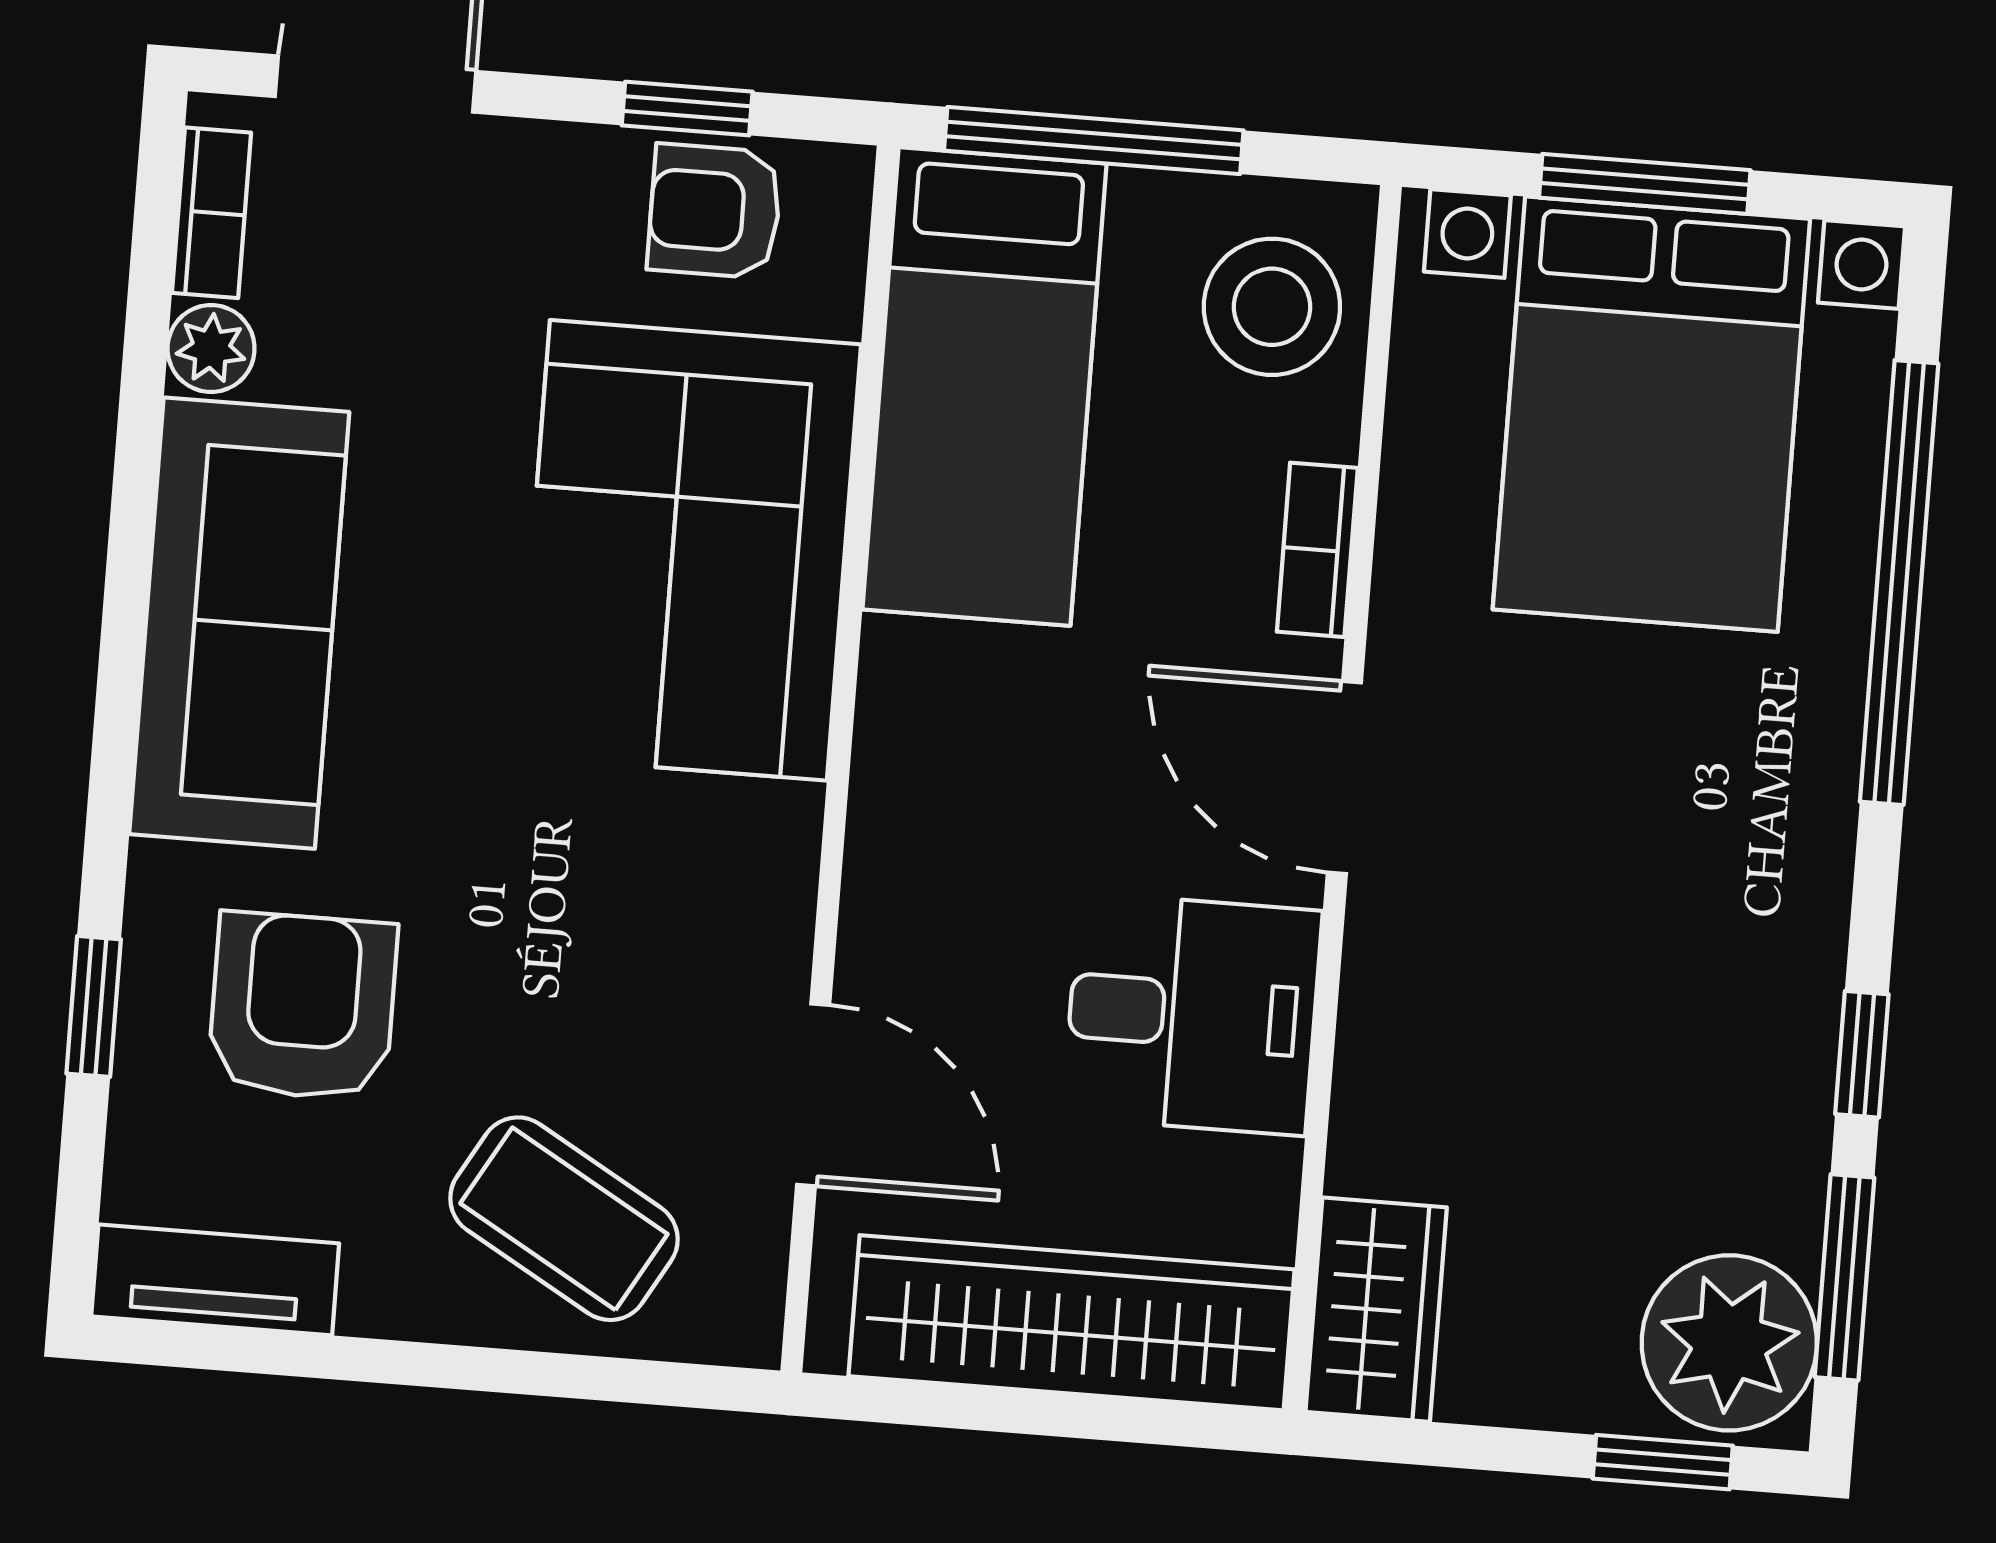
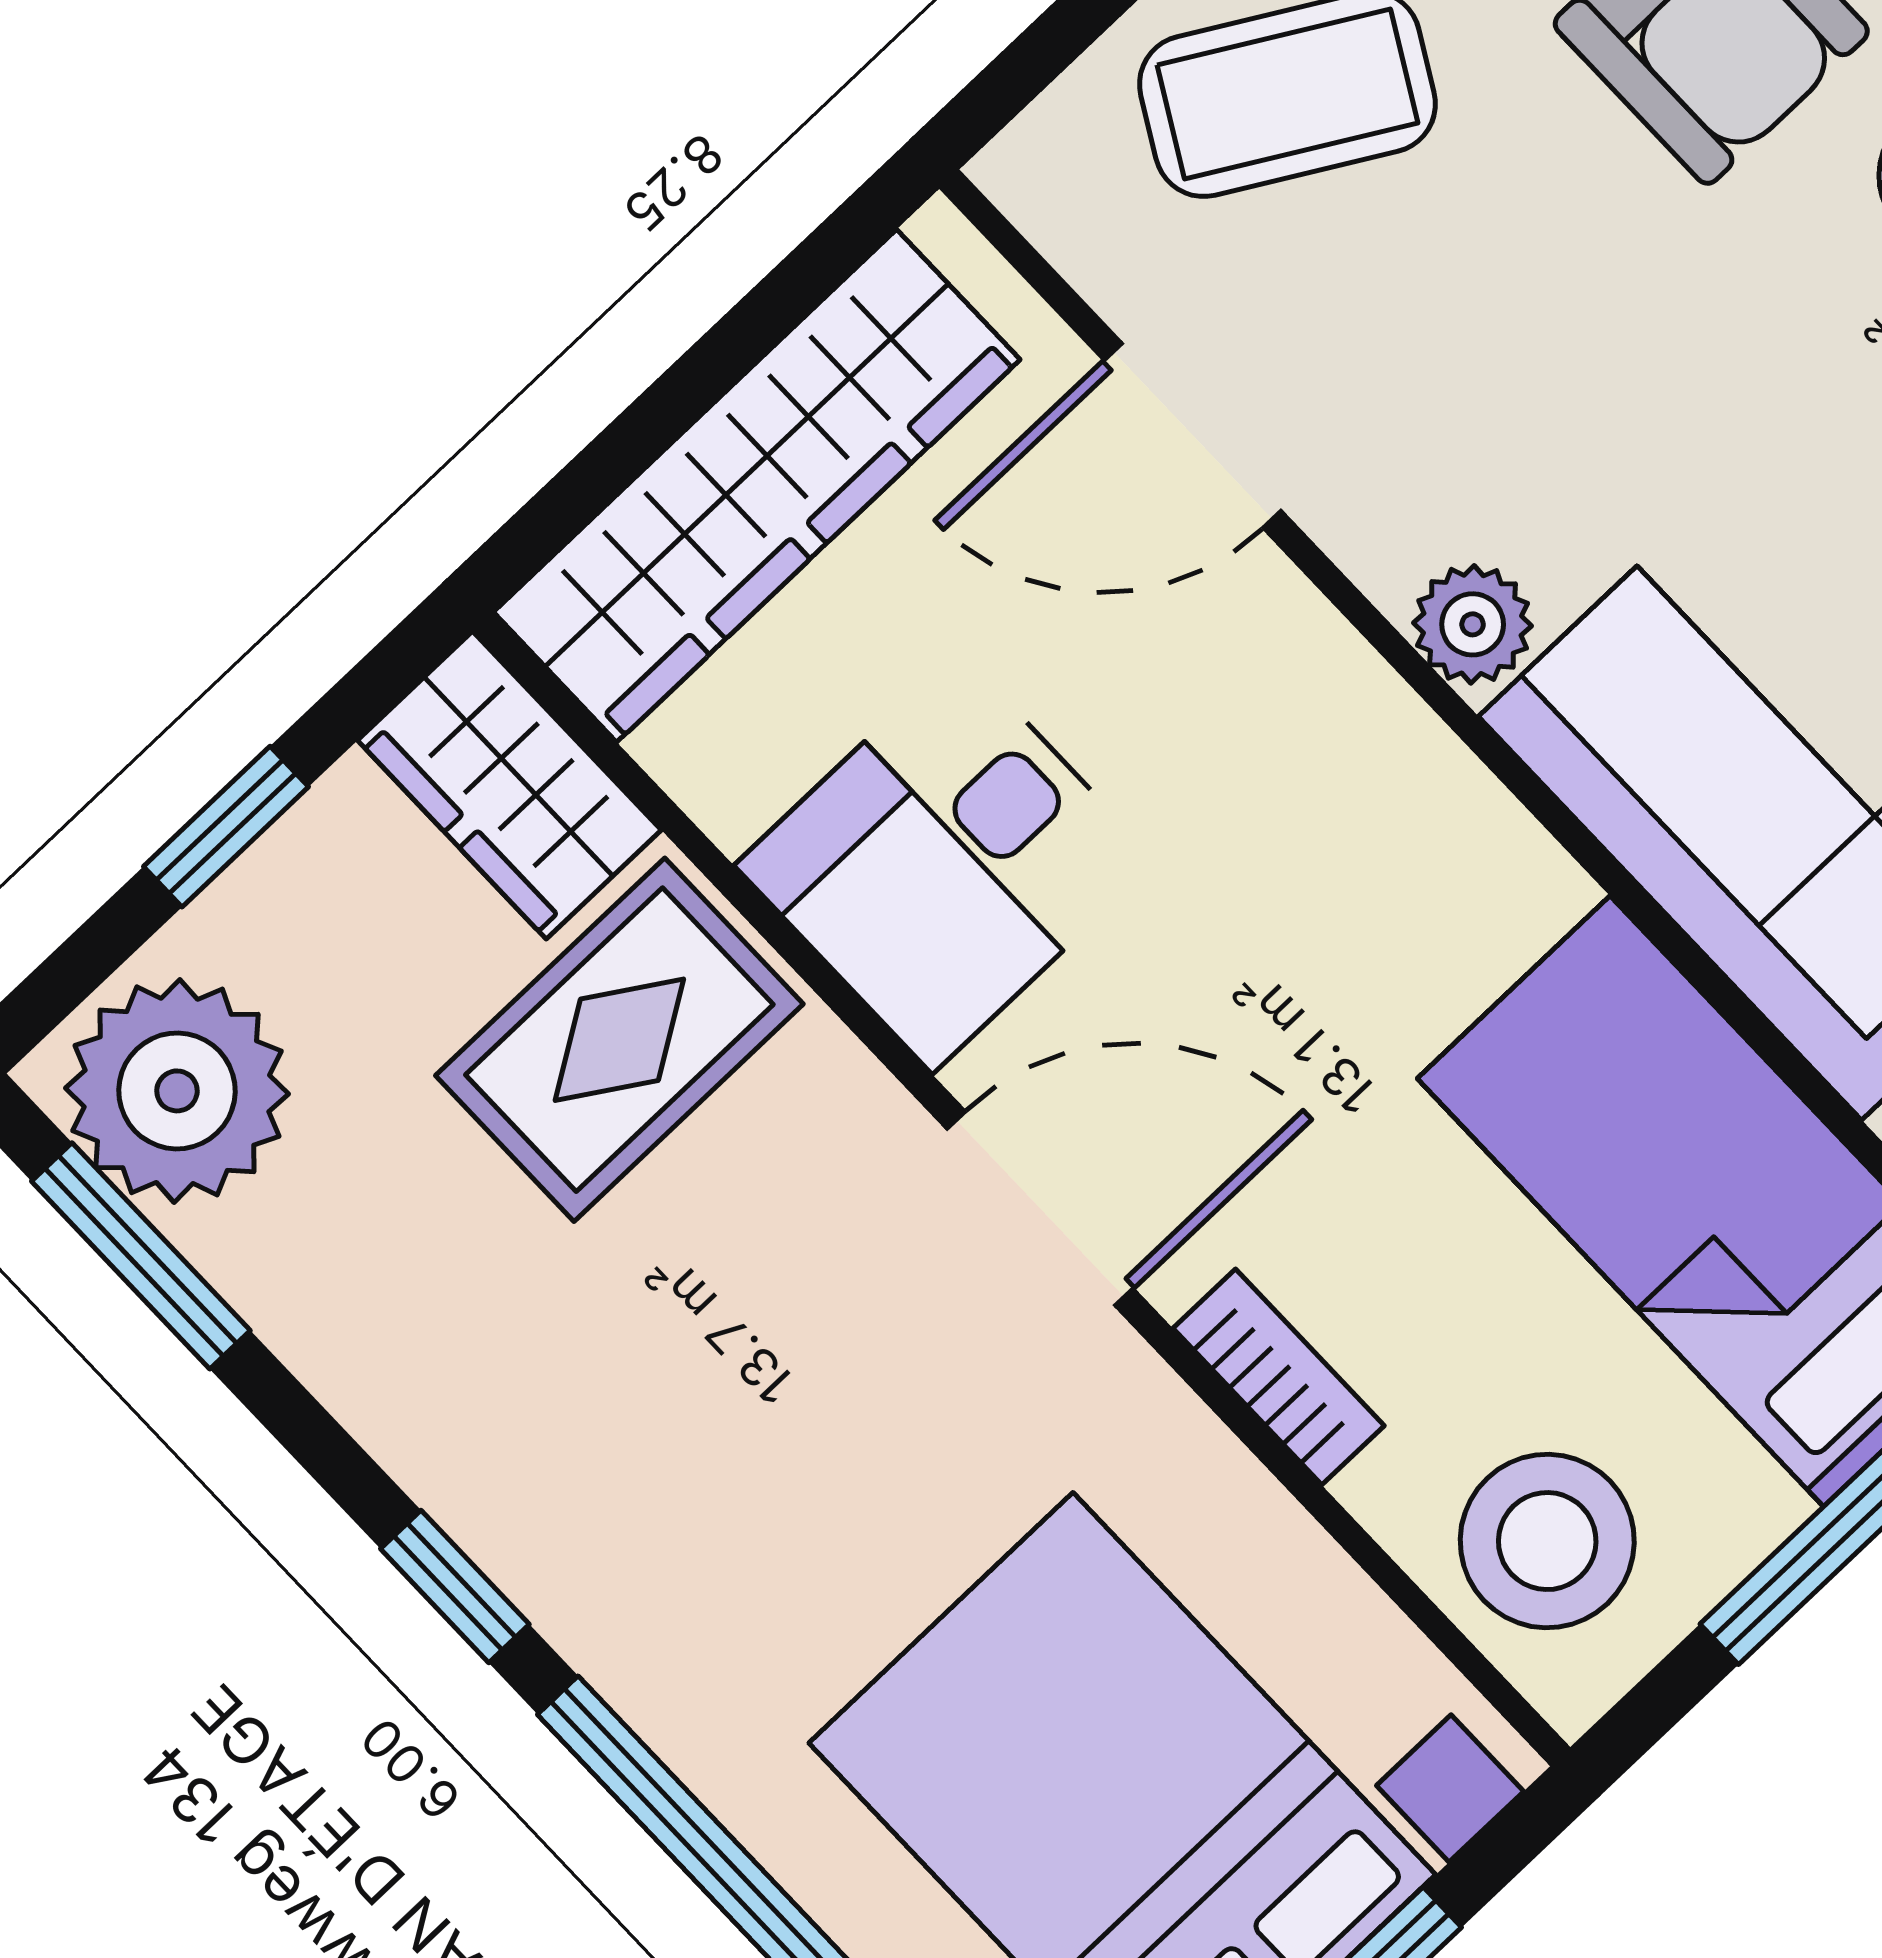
plant: (776, 832) -> (1473, 624), added
window: (1862, 1054) -> (455, 1587), moved
rug: (1467, 1112) -> (619, 1040), added
window: (1663, 1462) -> (226, 827), moved

